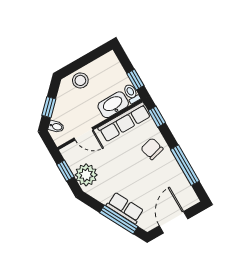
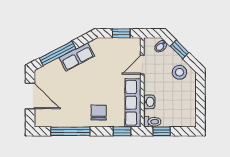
stool: (80, 80) -> (179, 72), moved
washbasin: (113, 105) -> (149, 102), width x0.52, depth x0.69
chair: (152, 149) -> (99, 112), turned -75
plant: (86, 175) -> (108, 48), removed
row of seats: (125, 208) -> (77, 57), moved

